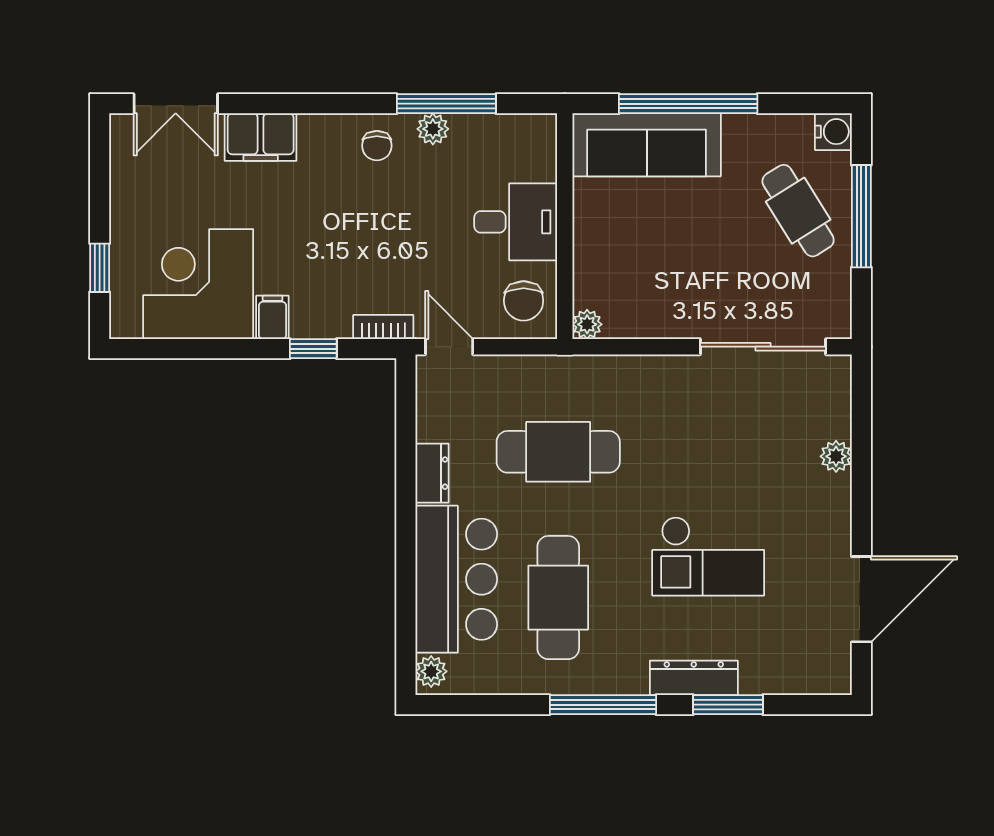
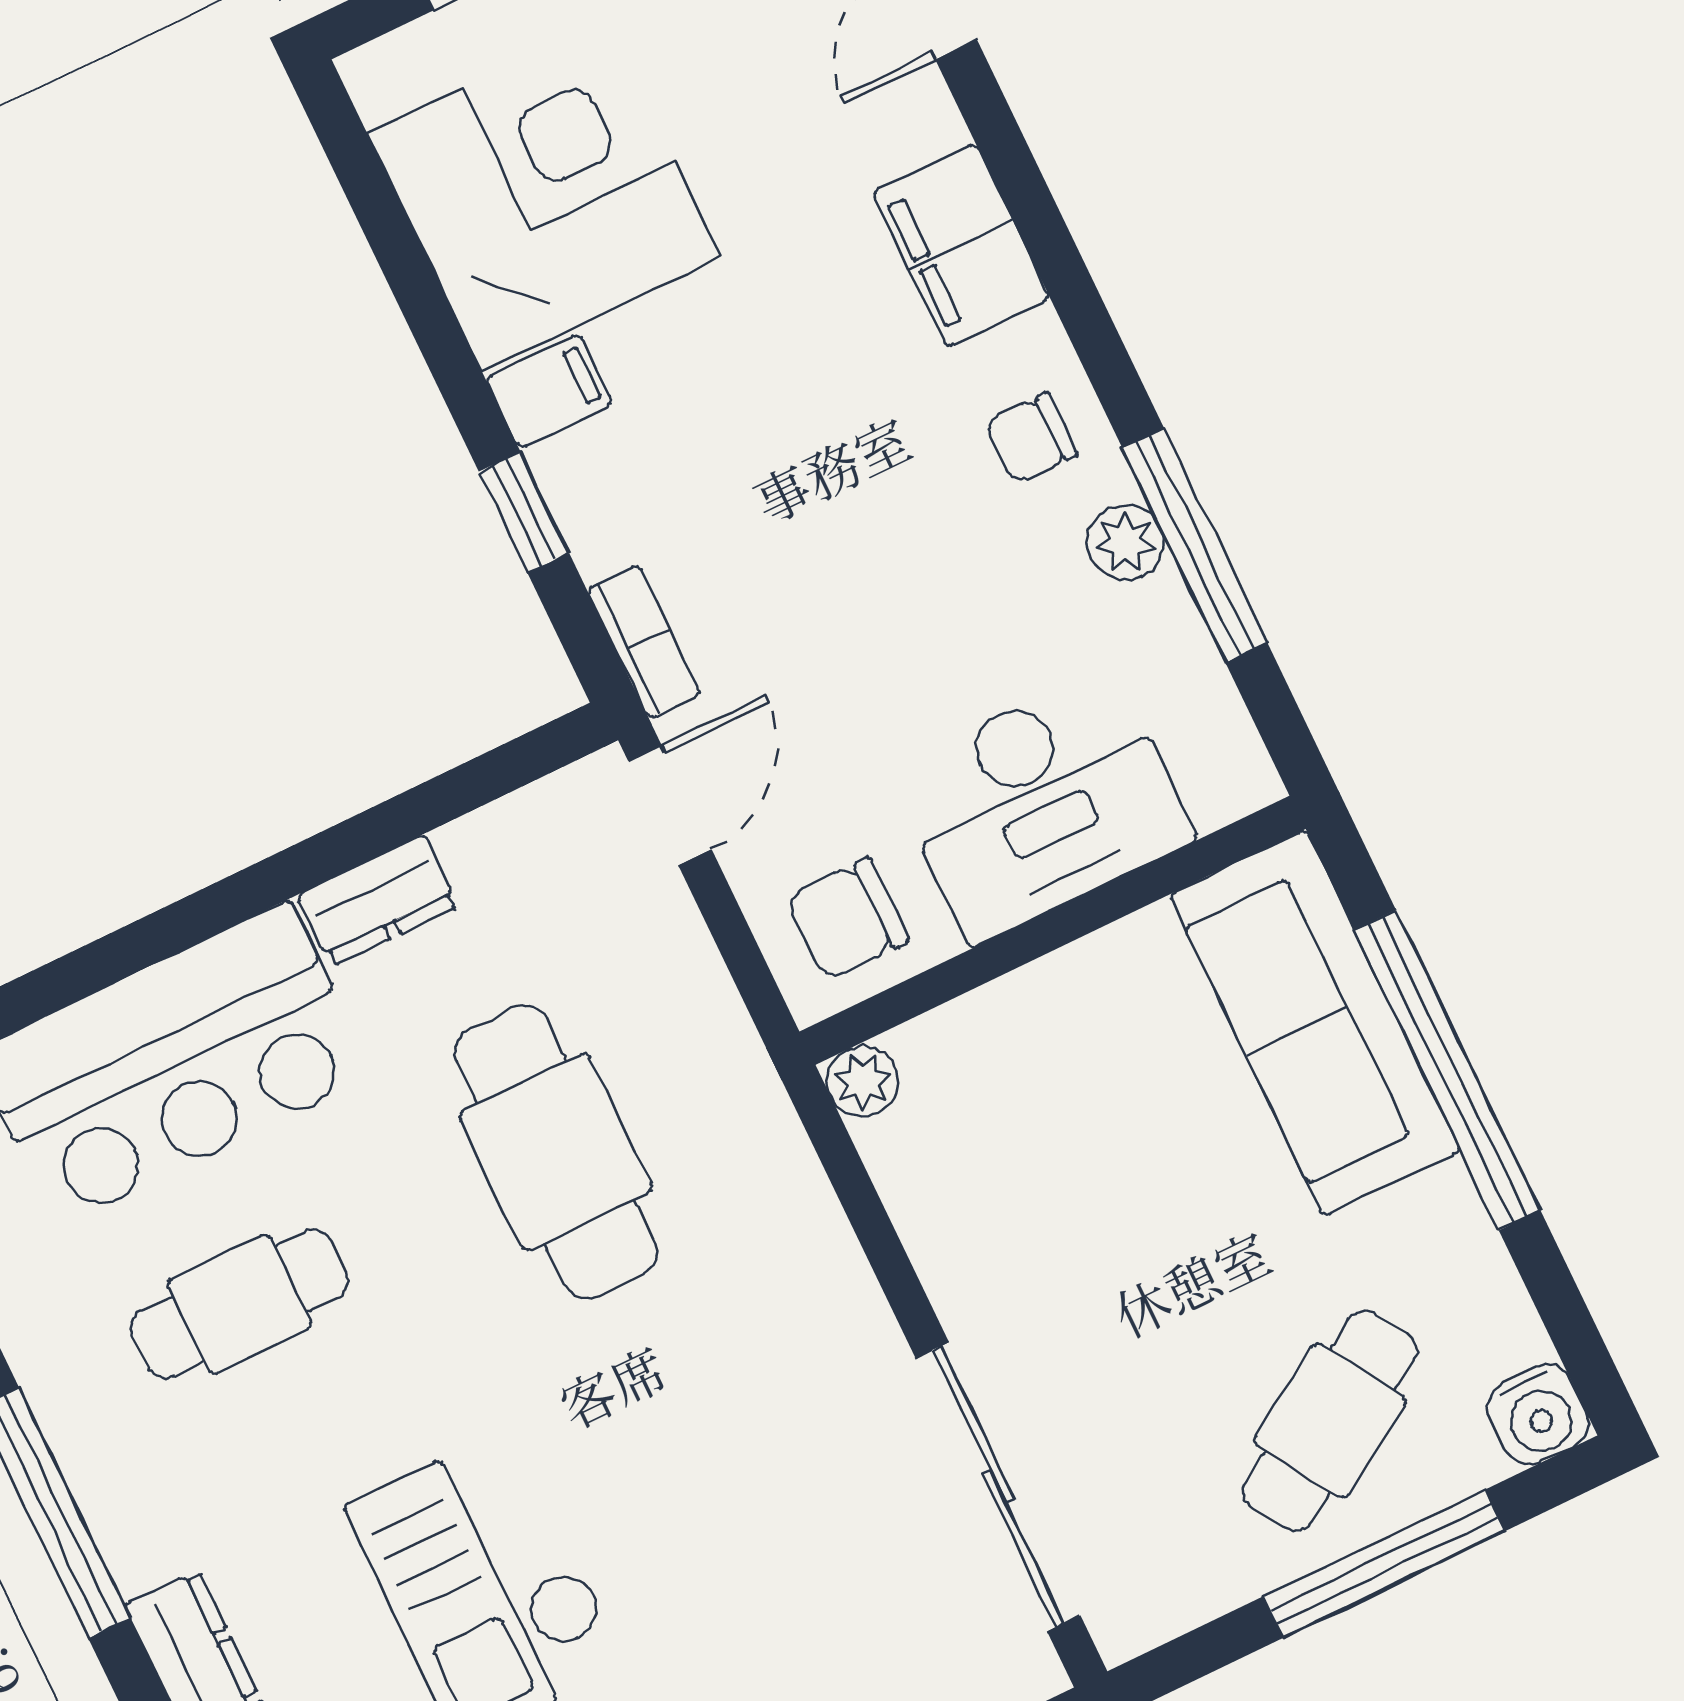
filing cabinet: (261, 137) -> (961, 245), moved
desk: (516, 222) -> (1042, 804), width x1.37
cafe table: (558, 598) -> (239, 1304), width x0.73, depth x0.74

